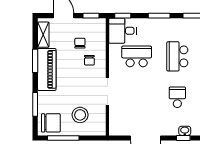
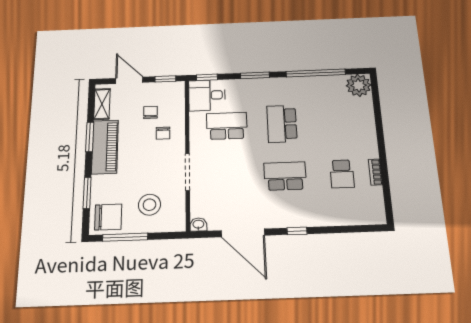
school desk: (177, 97) -> (285, 176), width x1.85
washbasin: (185, 131) -> (198, 225), moved

